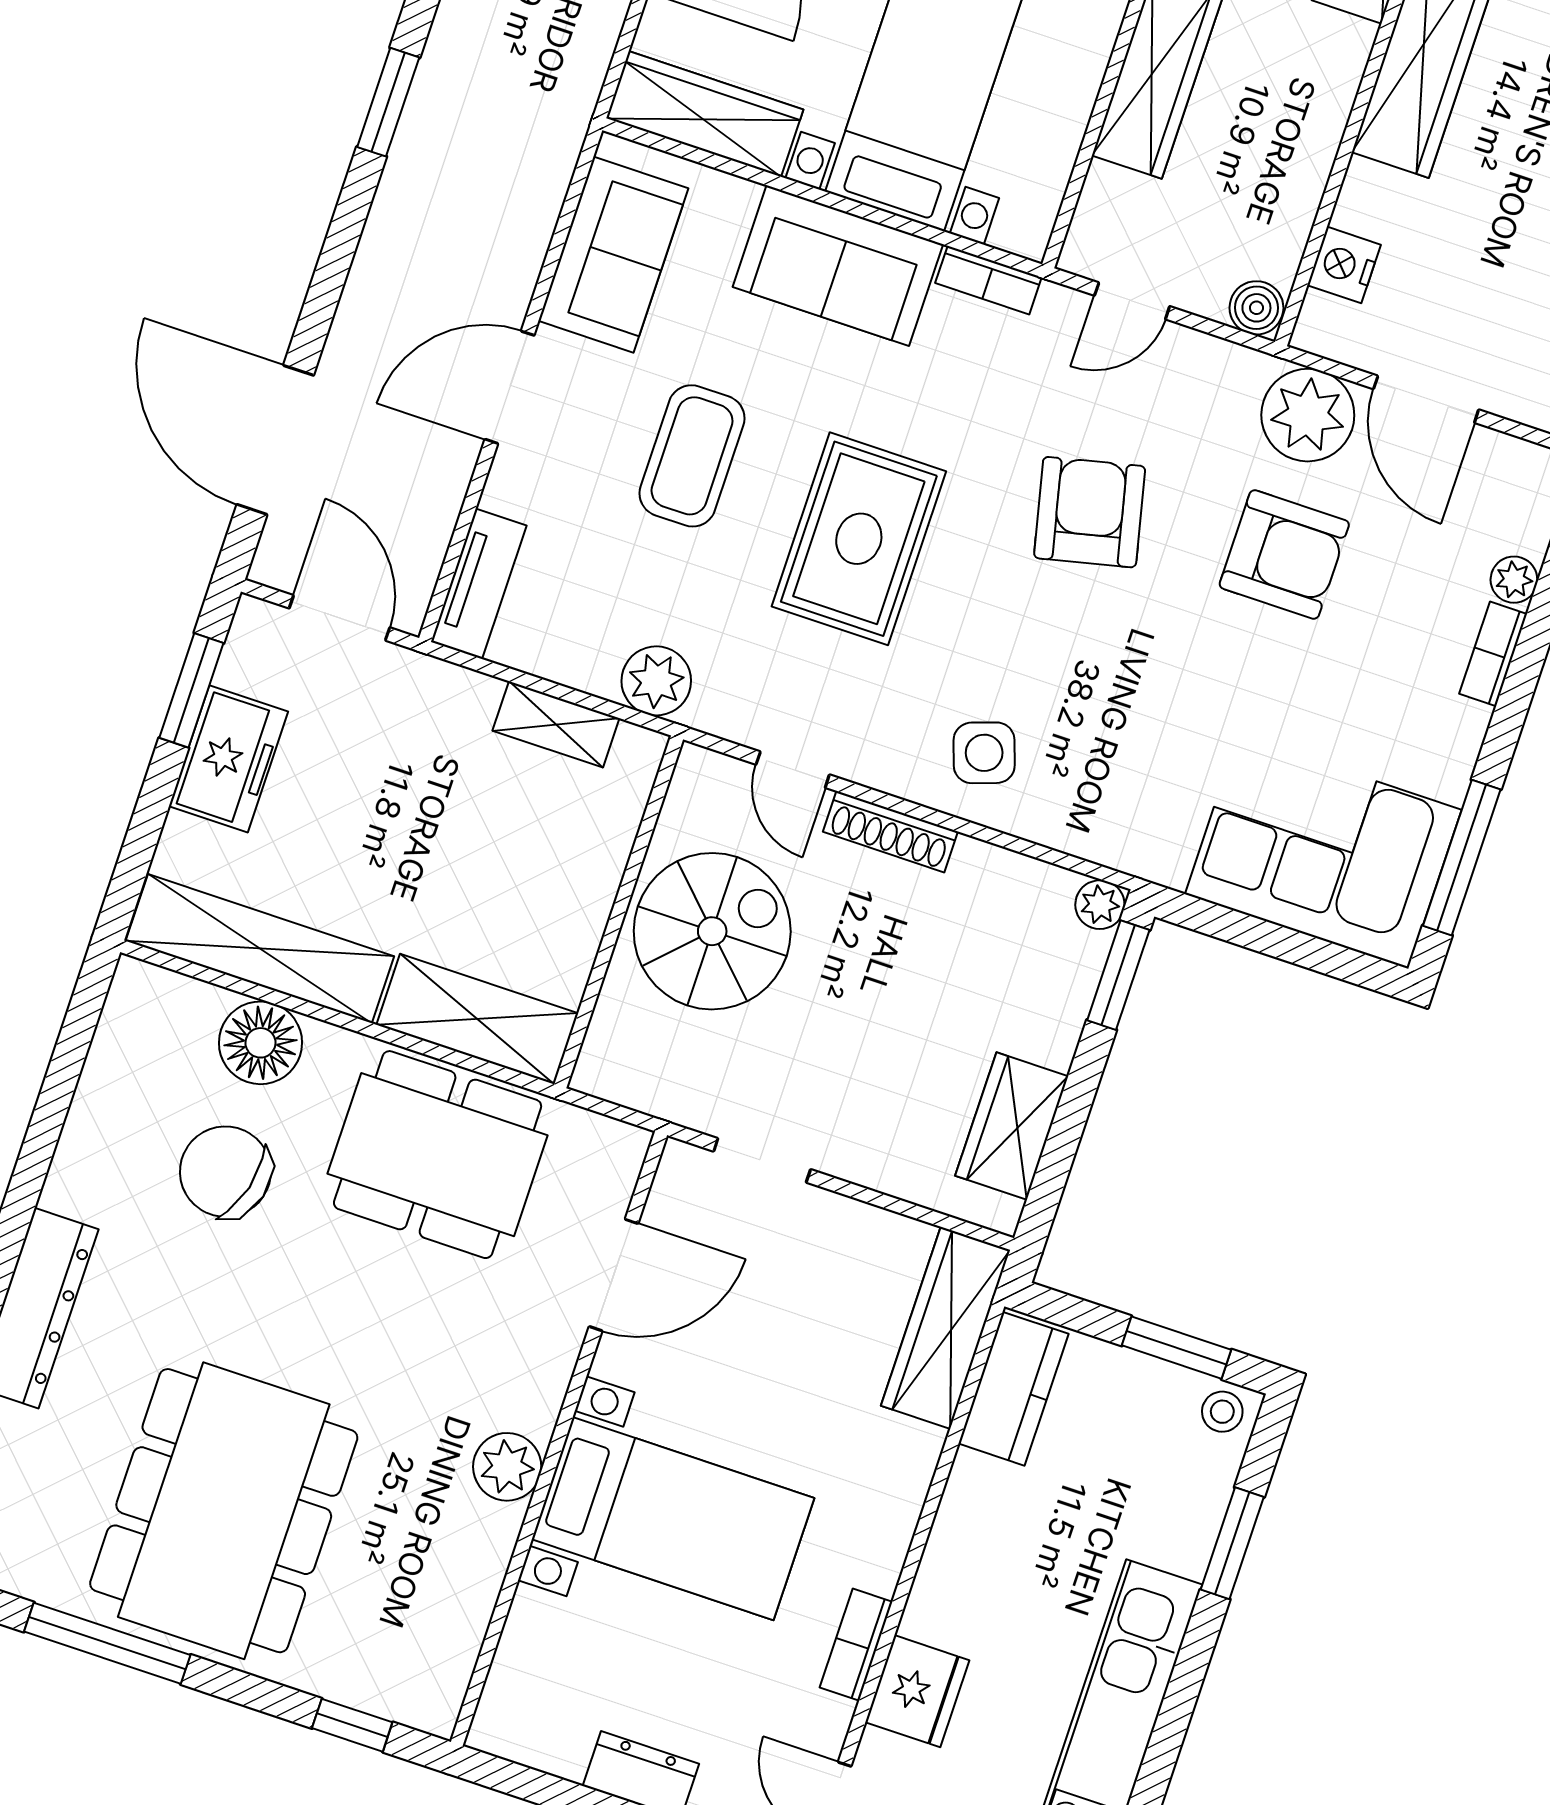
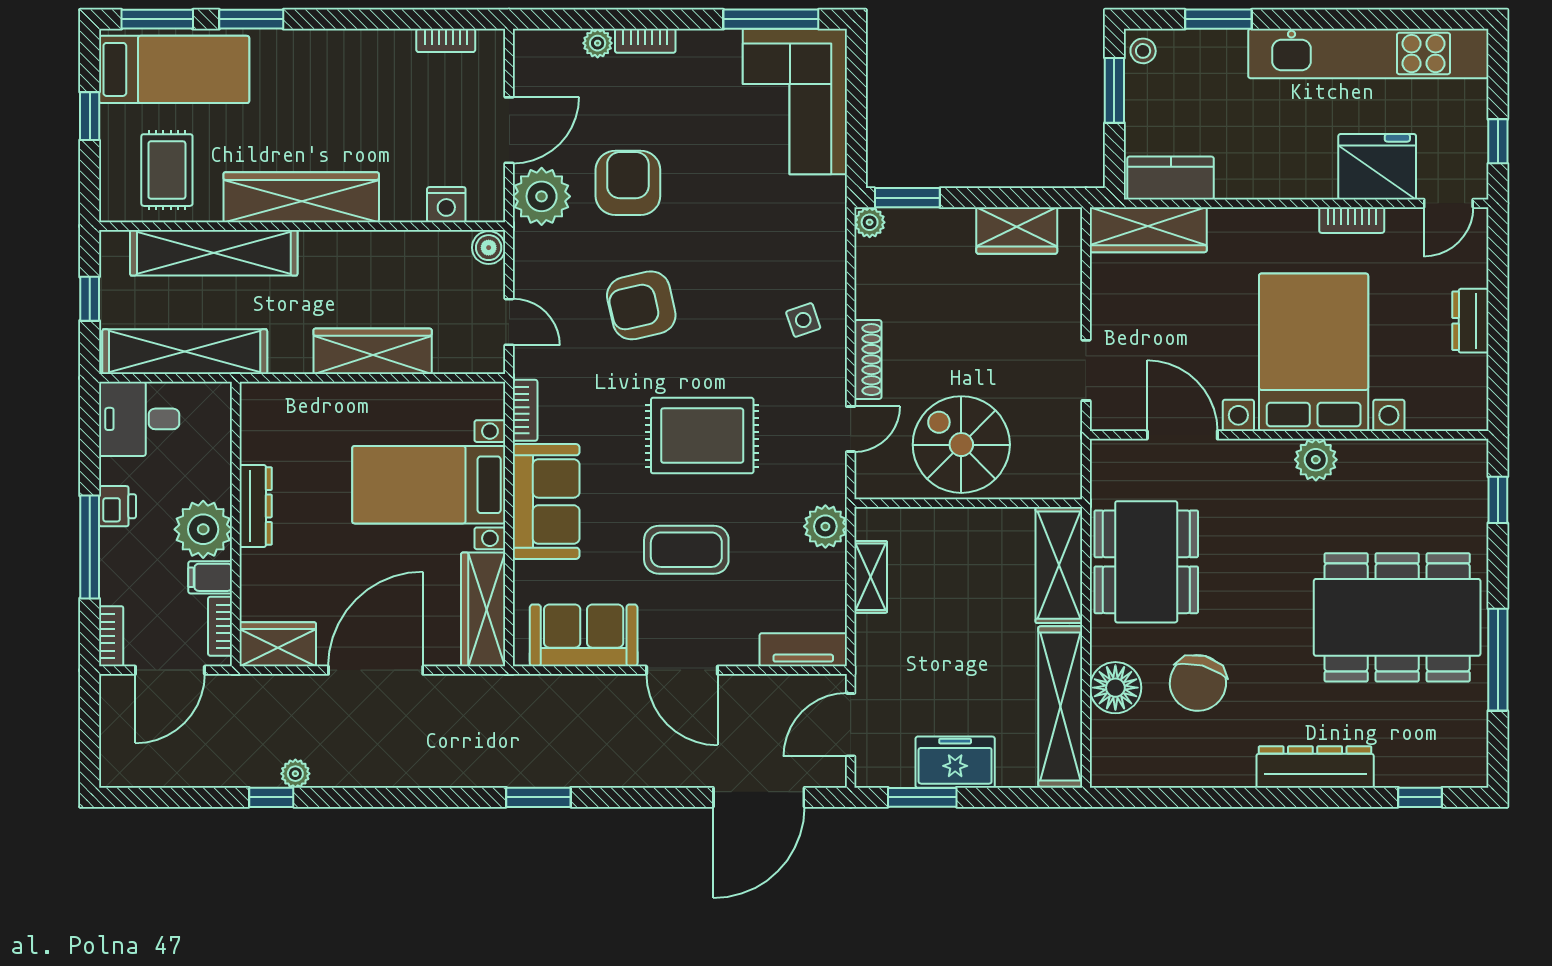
side table: (984, 753) -> (803, 320), width x0.73, depth x0.73
bed with nightstands: (673, 1519) -> (1314, 352), width x1.36
fridge: (917, 1691) -> (1377, 167), width x1.36, depth x1.34

